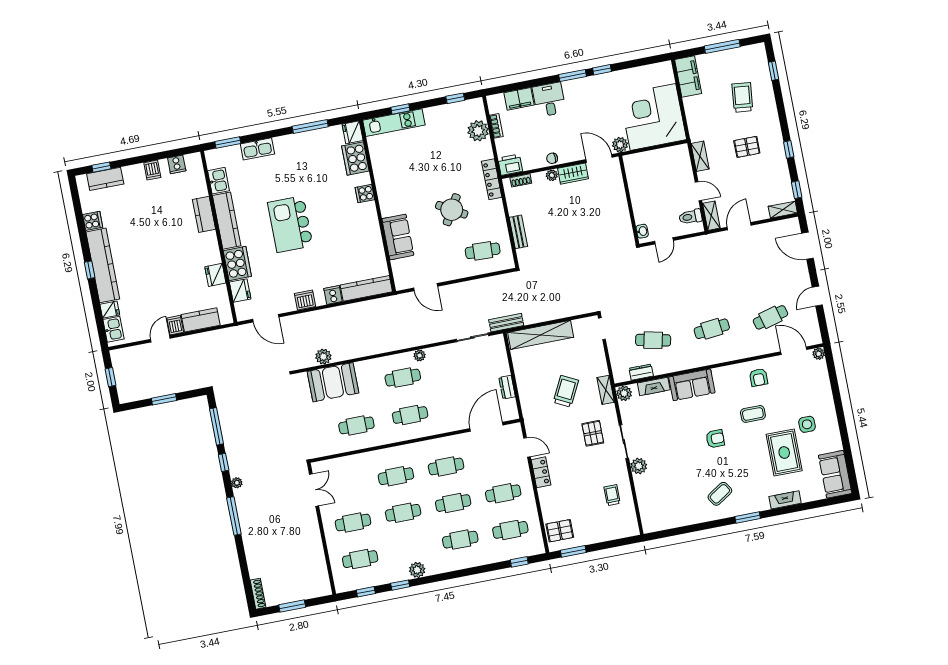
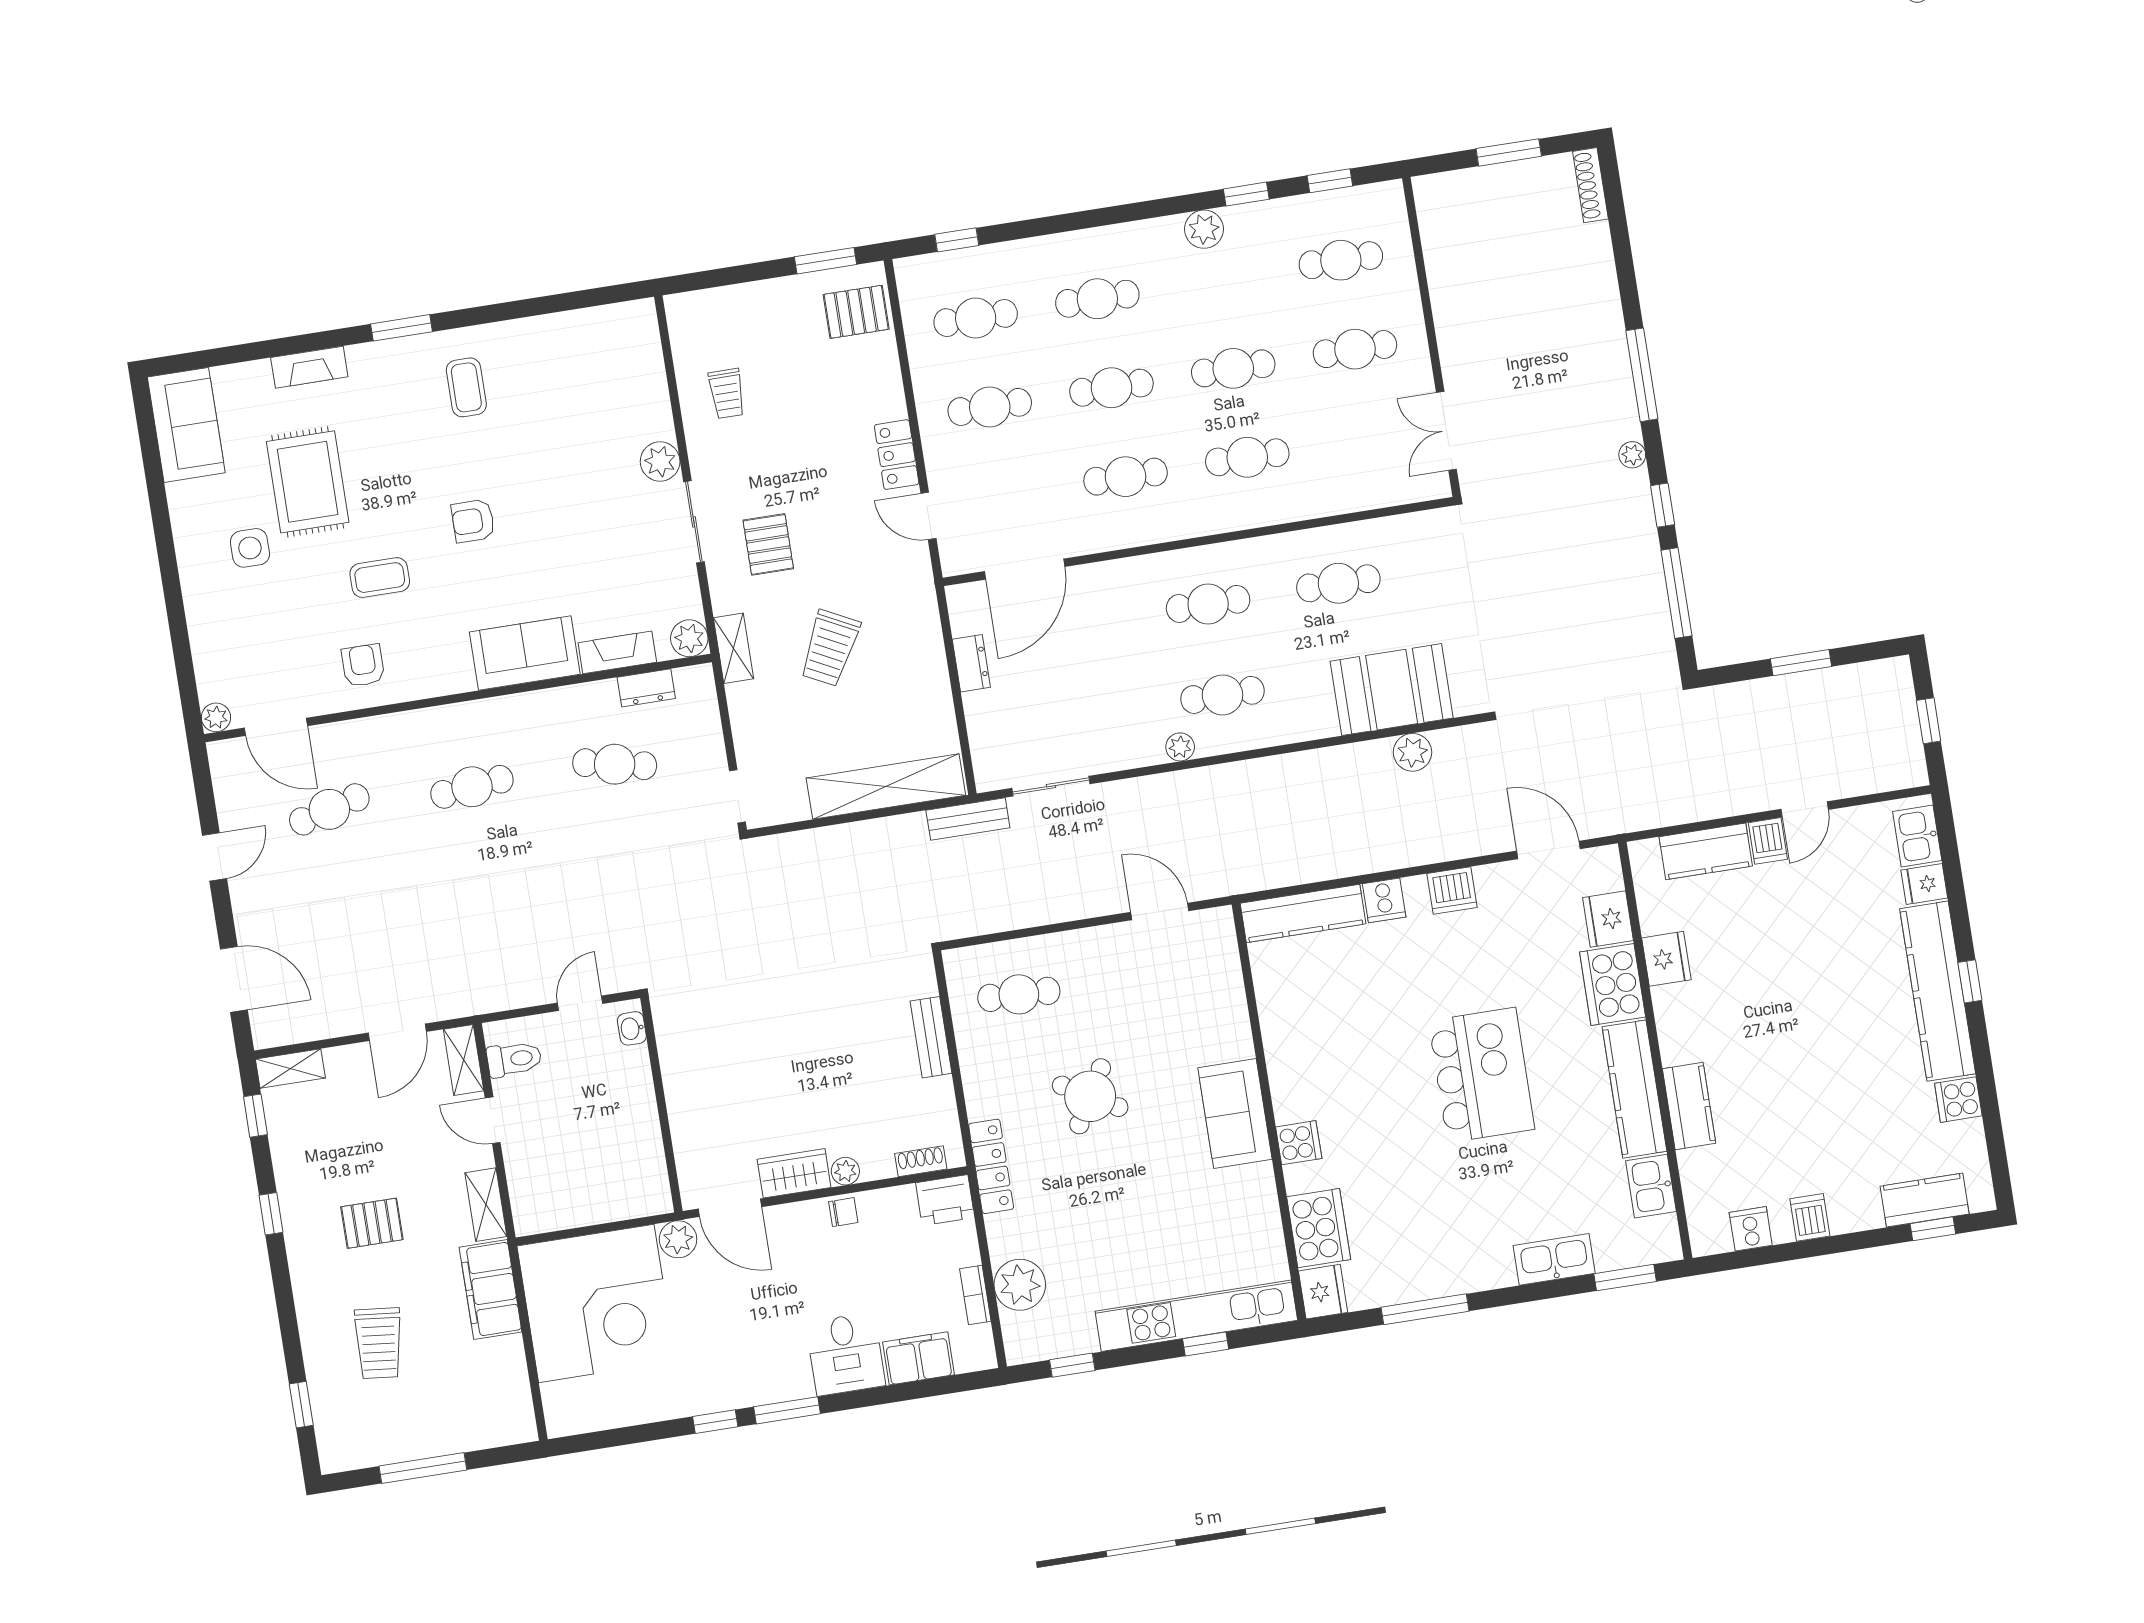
filing cabinet: (688, 77) -> (491, 1290), moved
kitchen unit: (394, 123) -> (1196, 1316), width x1.36
sofa: (398, 237) -> (1235, 1114), moved
coffee table: (720, 494) -> (466, 387), turned -57

